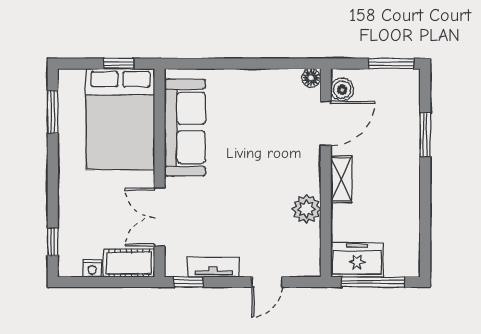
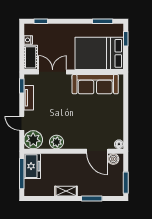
window: (119, 64) -> (126, 39), moved
shelving: (341, 179) -> (66, 191), moved
plant: (302, 258) -> (33, 140), added

